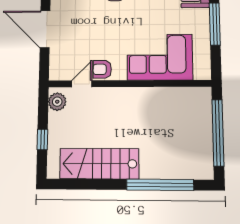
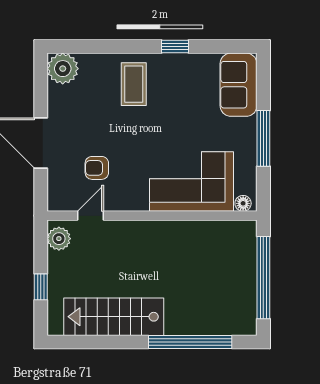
armchair: (102, 69) -> (97, 168), moved
floor lamp: (200, 74) -> (243, 203), added

